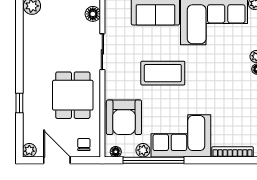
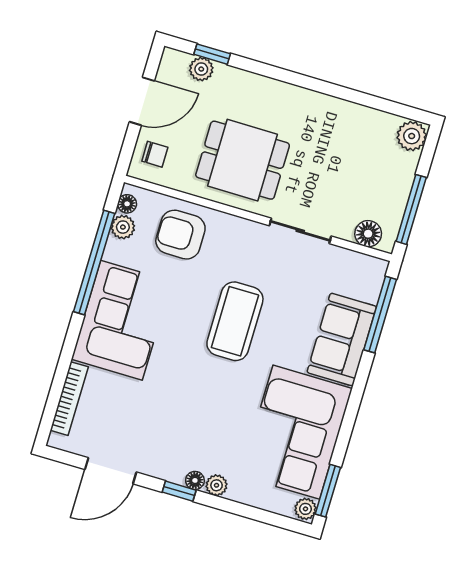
window: (19, 103) -> (212, 54), moved
armchair: (124, 117) -> (180, 235), width x0.73, depth x0.73
plant: (29, 150) -> (201, 69), moved
plant: (143, 150) -> (123, 227), moved

